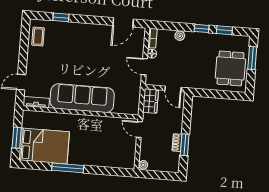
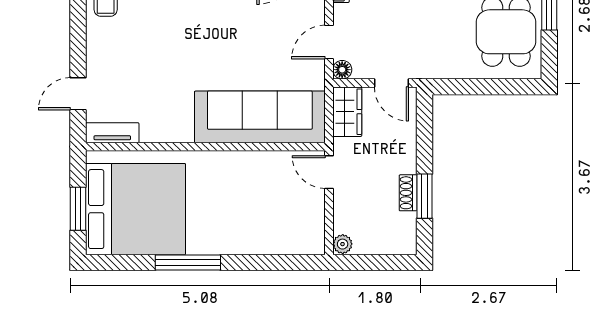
floor lamp: (152, 54) -> (342, 70), moved
door: (144, 67) -> (329, 42), hinge flipped
sofa: (82, 98) -> (260, 117), moved
bed: (44, 146) -> (136, 209), width x1.36

